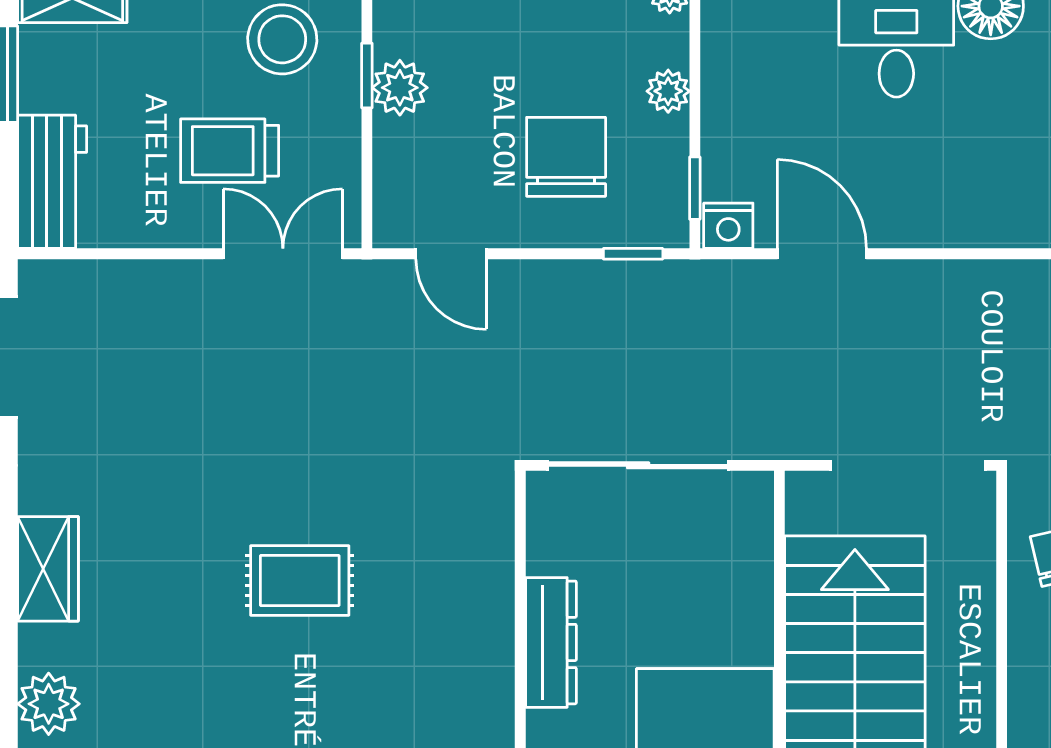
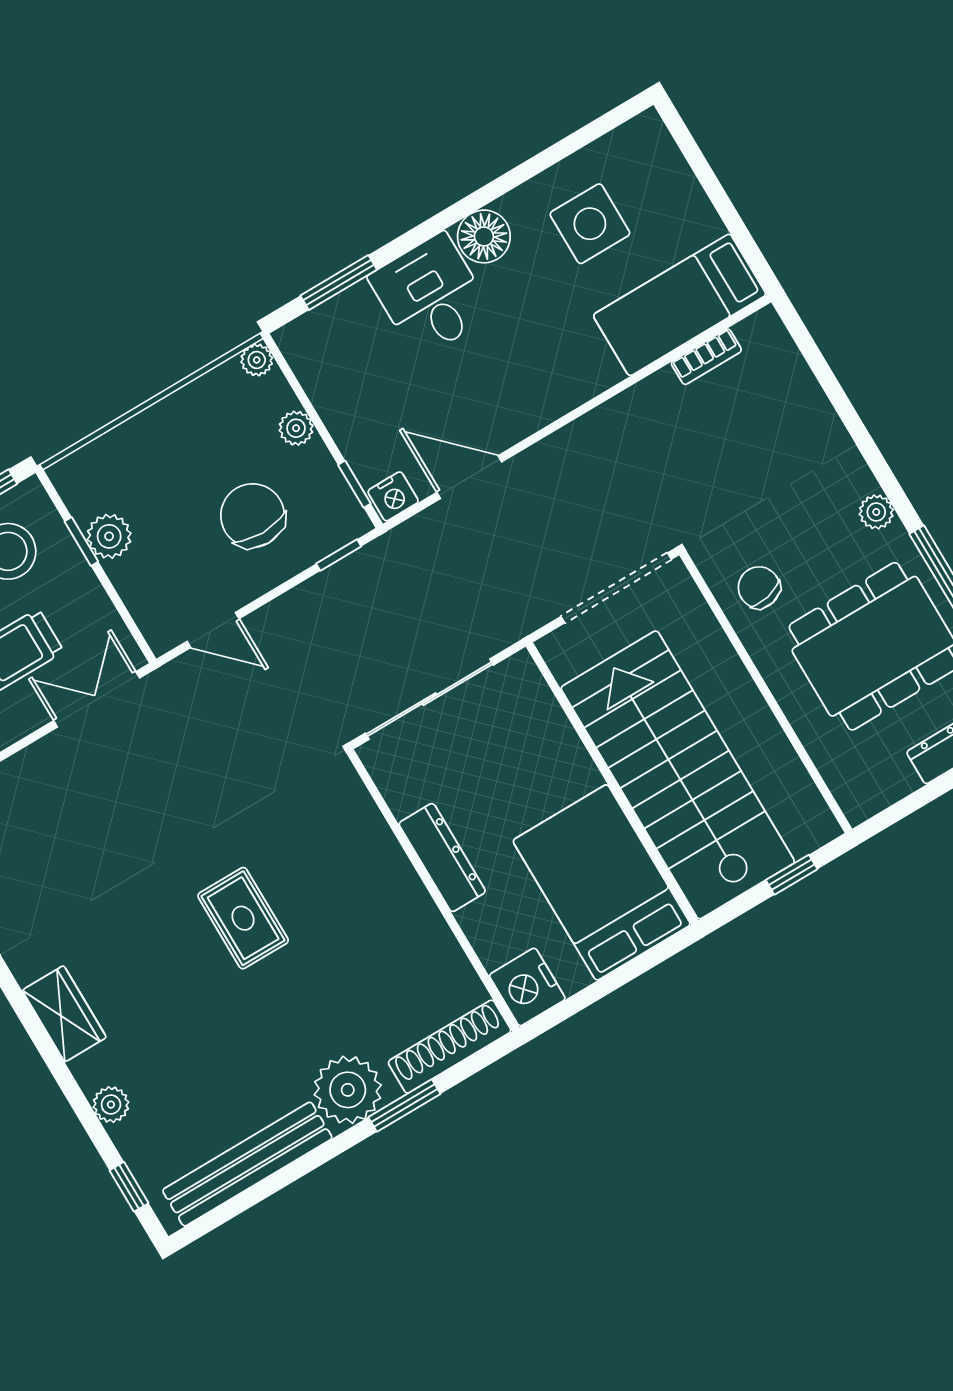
rug: (300, 581) -> (243, 918), turned 90
plant: (49, 704) -> (111, 1105), width x0.73, depth x0.73

